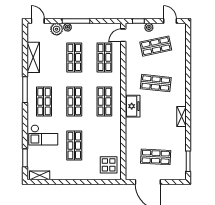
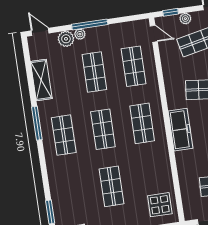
door: (123, 35) -> (154, 34), swing flipped
freezer: (133, 106) -> (180, 130), width x1.40
checkout: (43, 135) -> (69, 179), removed

